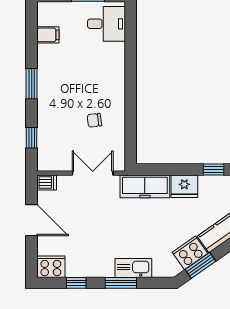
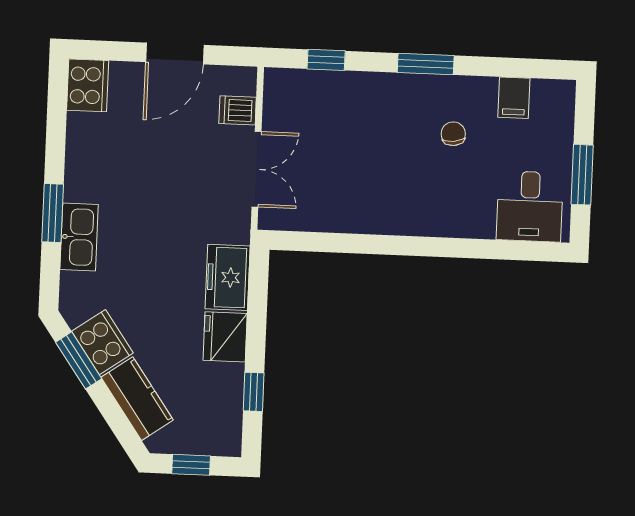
chair: (94, 120) -> (453, 134), moved
dishwasher: (47, 182) -> (238, 110), moved, turned 90
freezer: (145, 186) -> (228, 277), width x0.71
window: (76, 283) -> (56, 131), removed

